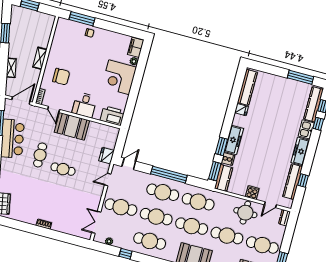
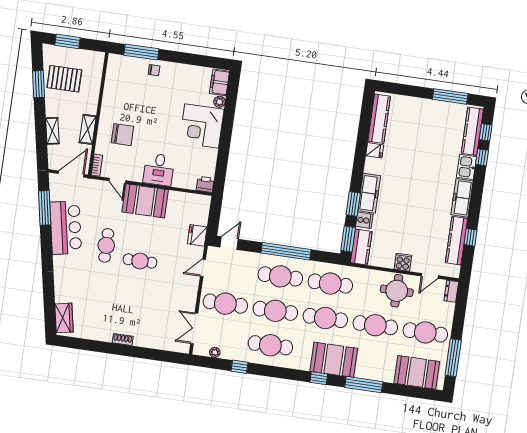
pallet: (24, 31) -> (64, 79), added
shelving: (40, 58) -> (88, 129), moved
printer: (112, 116) -> (205, 184), width x0.53, depth x0.68

